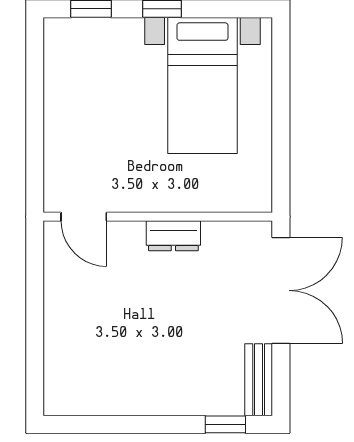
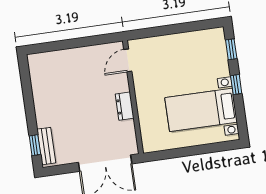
bench: (259, 380) -> (46, 146), moved, turned 90

